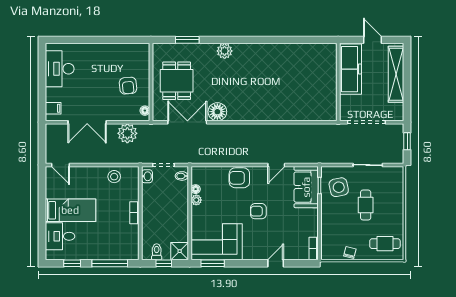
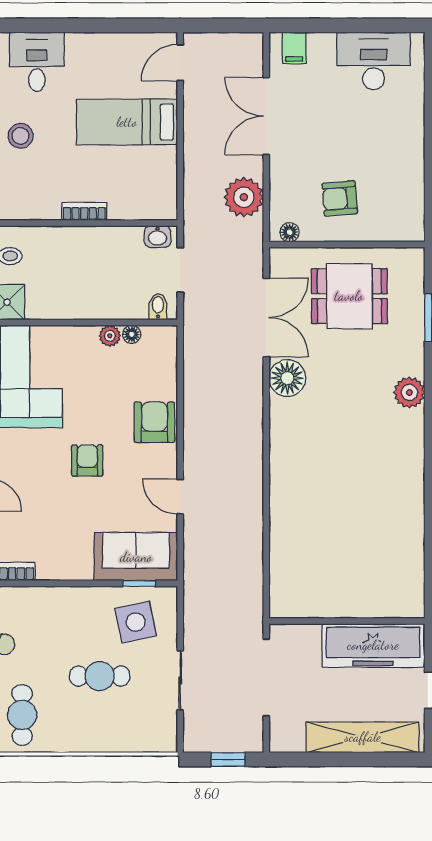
stool: (114, 177) -> (21, 136), moved
bed: (70, 210) -> (127, 122), moved, turned 90

